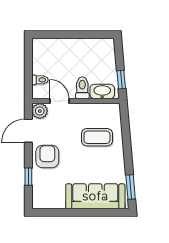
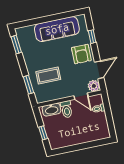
window: (121, 80) -> (43, 133), moved
window: (126, 131) -> (28, 85), added
sofa: (95, 196) -> (57, 29), moved

